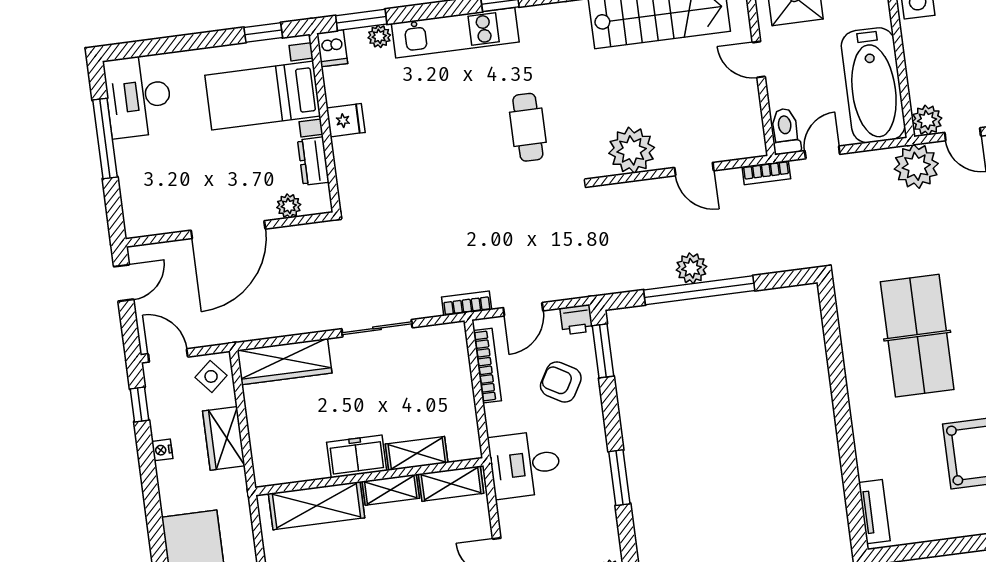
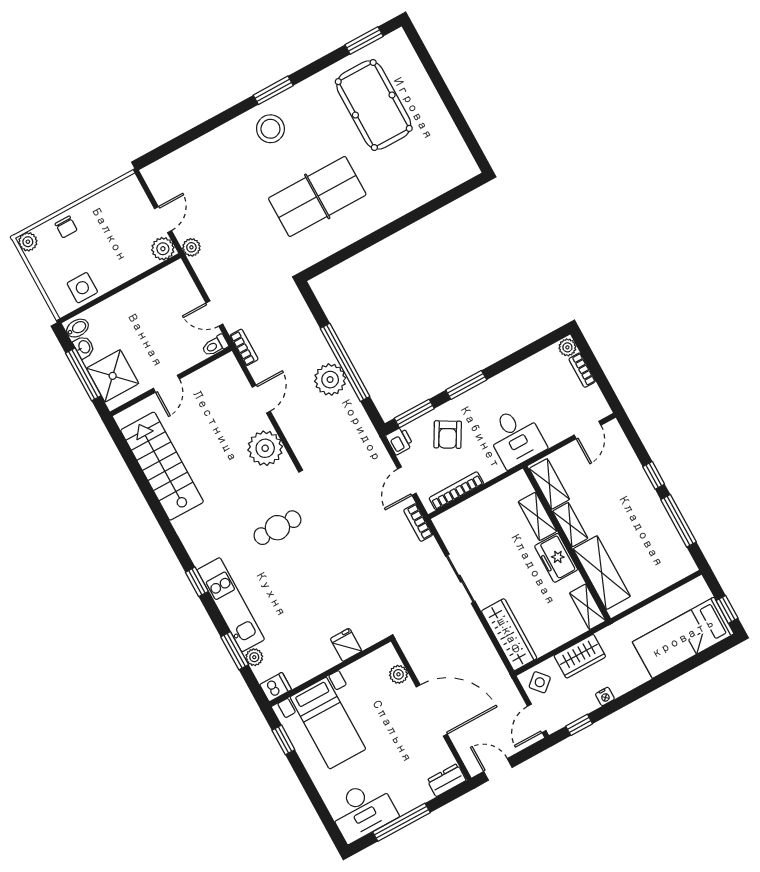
window: (361, 20) -> (235, 651), moved
bathtub: (873, 85) -> (153, 296), removed
fridge: (346, 120) -> (346, 645), moved
toilet: (785, 131) -> (215, 346), width x0.73, depth x0.72
dresser: (313, 161) -> (447, 780), moved, turned 180
plant: (916, 166) -> (191, 247), width x0.53, depth x0.53
plant: (691, 268) -> (330, 380), width x1.36, depth x1.36
door: (523, 309) -> (407, 481), swing flipped
shelving: (281, 472) -> (588, 607), added
window: (619, 478) -> (466, 385), moved
tv unit: (874, 512) -> (453, 178), removed

